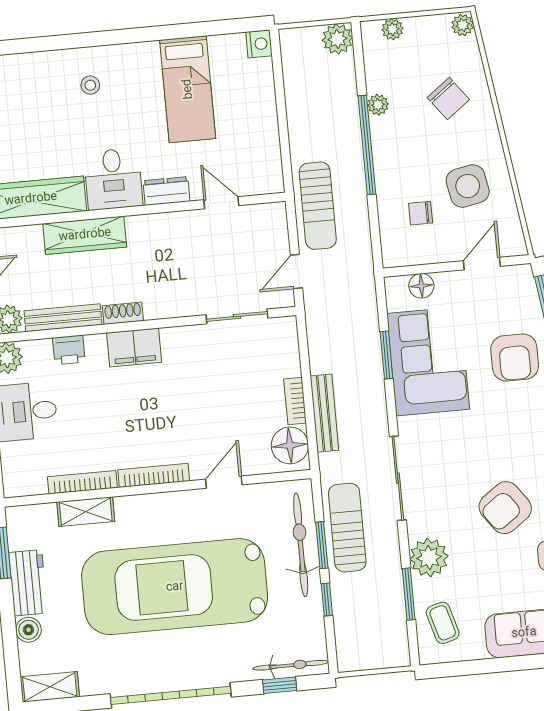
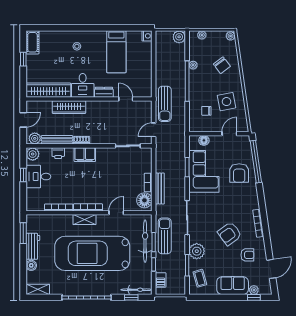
shelving: (86, 512) -> (84, 220), moved
barbecue: (347, 636) -> (161, 280), added

